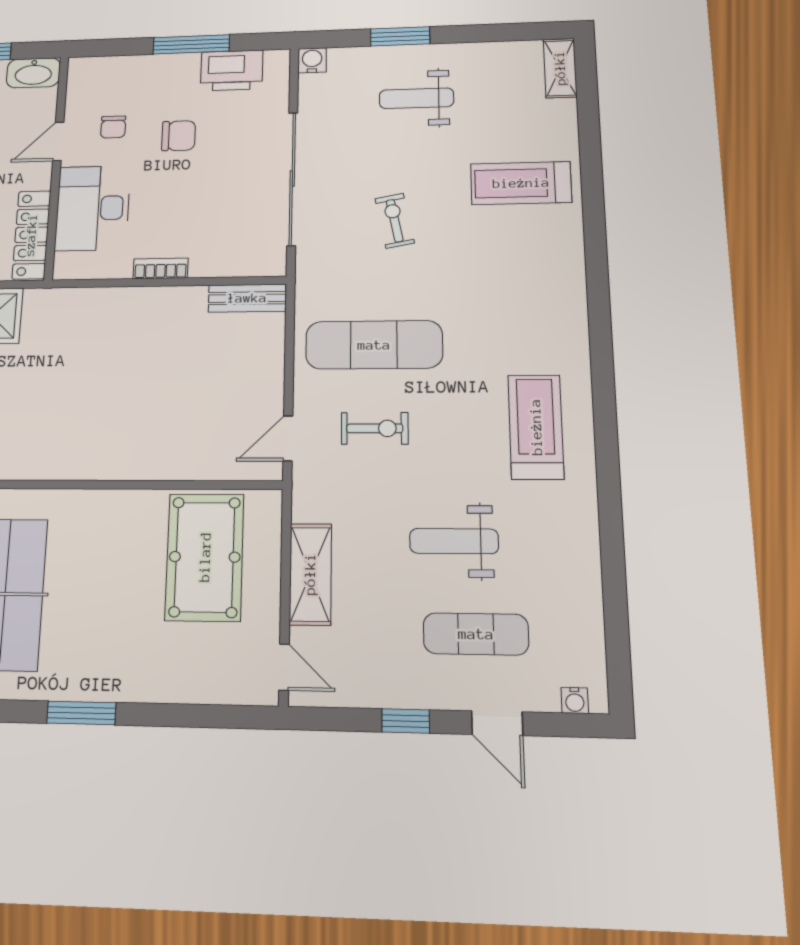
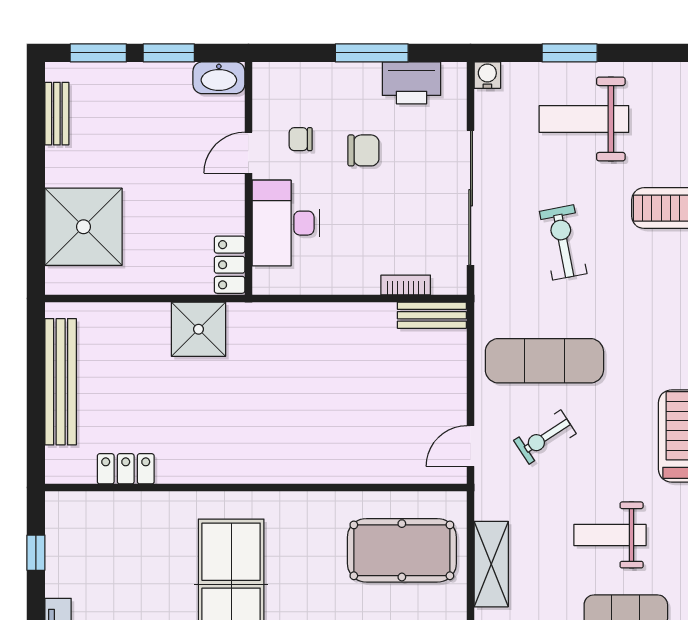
weight bench: (416, 98) -> (584, 119), width x1.36, depth x1.33
chair: (113, 127) -> (301, 139), turned 90
exercise bike: (395, 221) -> (563, 242), width x1.38, depth x1.39
locker: (31, 235) -> (230, 265), width x0.66
bookcase: (161, 268) -> (406, 285), moved
exercise bike: (375, 428) -> (545, 437), turned 147
pool table: (205, 557) -> (402, 550), turned 90

